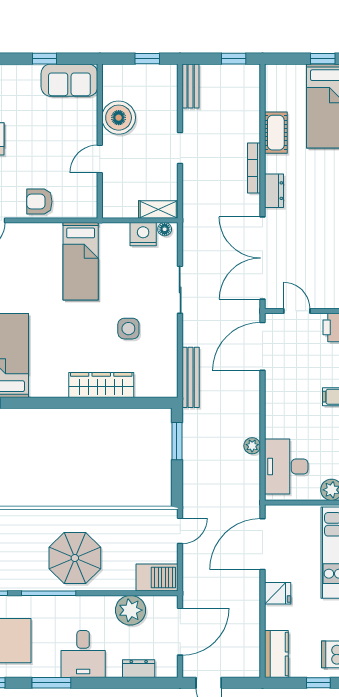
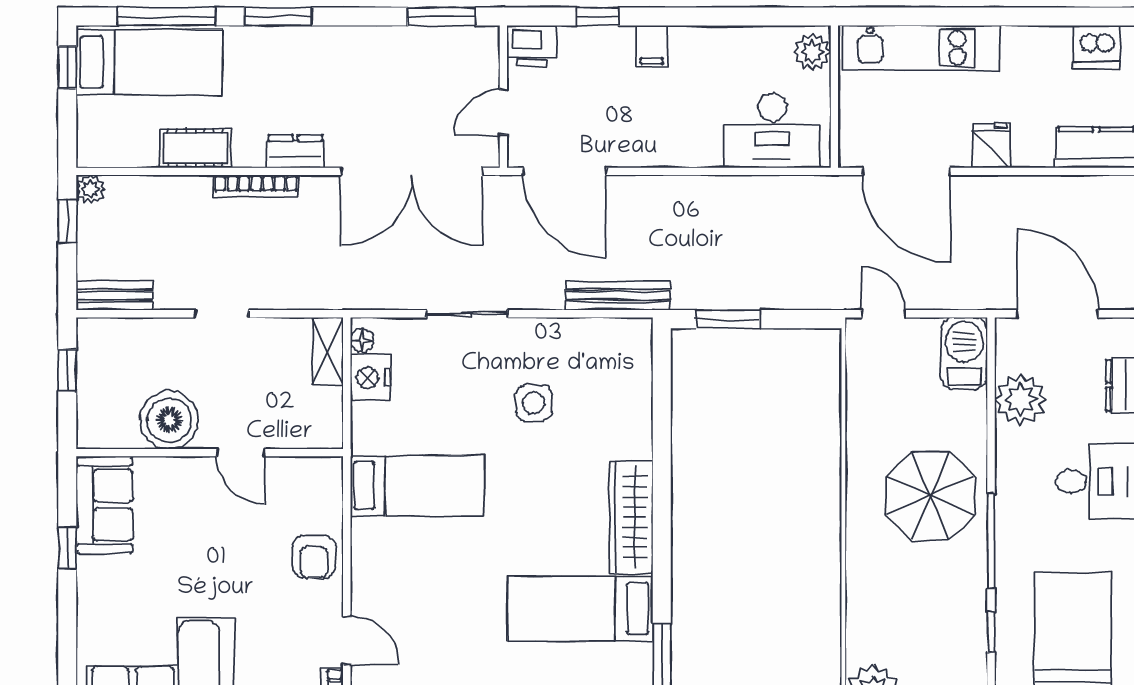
wardrobe: (101, 385) -> (631, 517), moved
plant: (252, 446) -> (90, 189), moved

